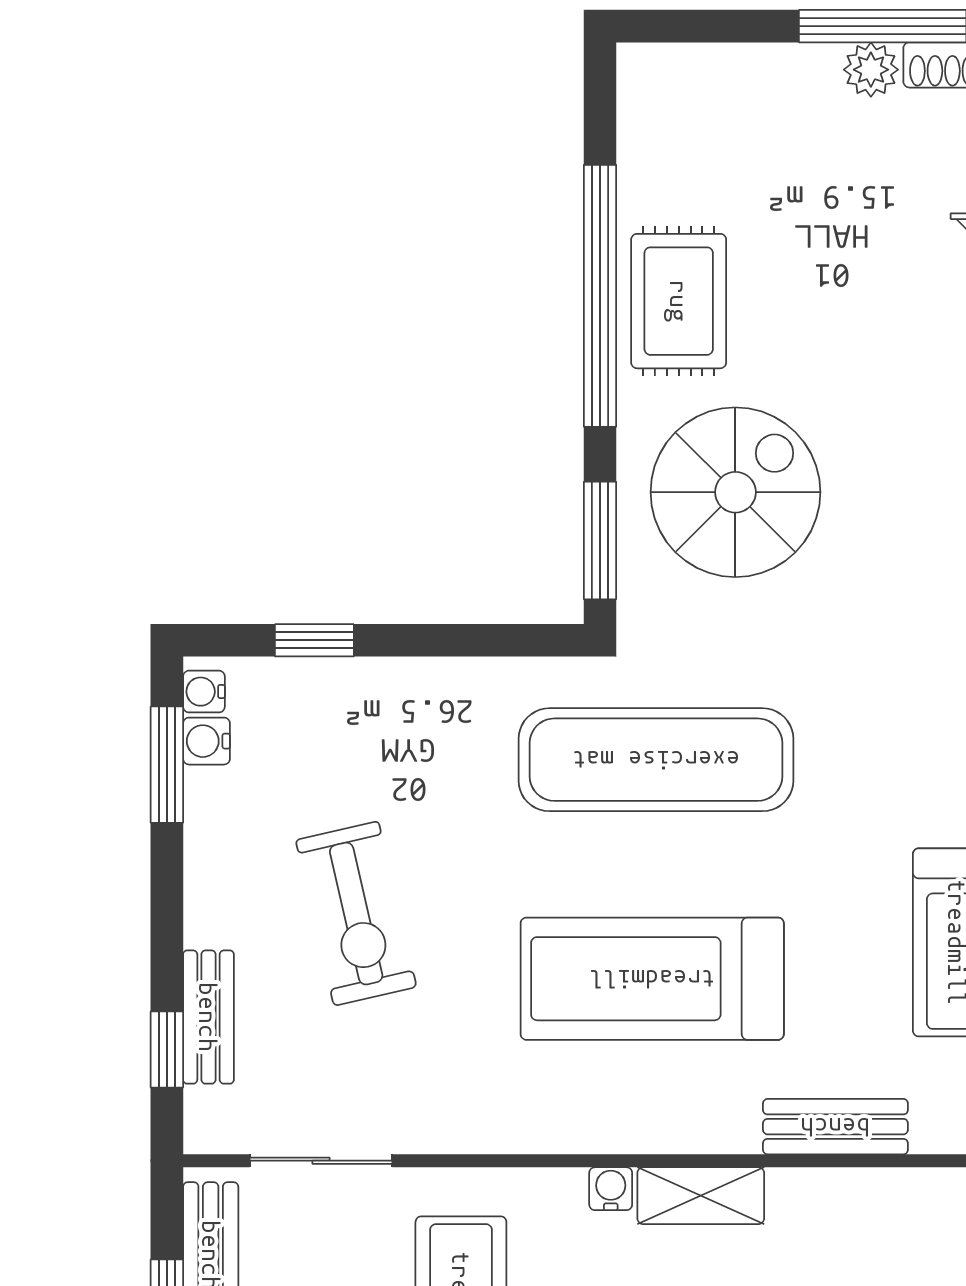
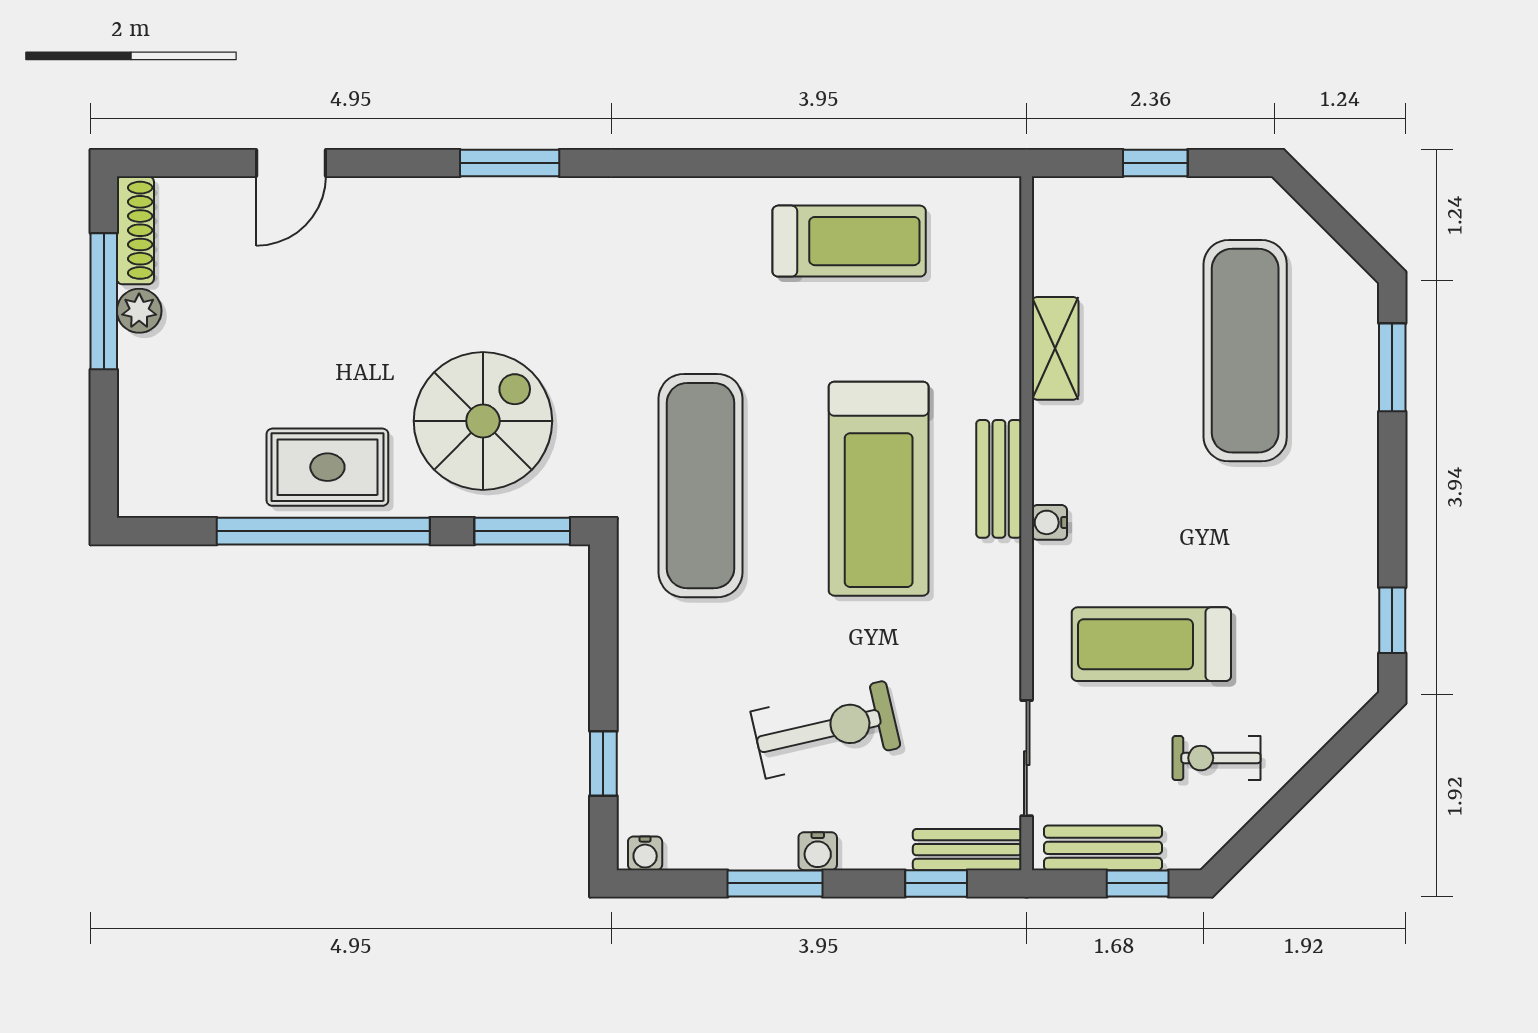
spiral stairs: (735, 492) -> (483, 421), turned 90
water cooler: (207, 741) -> (818, 851), moved
window: (167, 765) -> (775, 883), moved
bench: (208, 1017) -> (967, 850), moved
bench: (835, 1127) -> (999, 479), moved
shelving: (701, 1196) -> (1055, 348), moved

